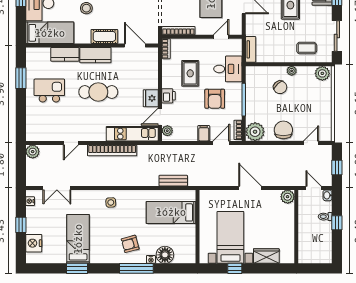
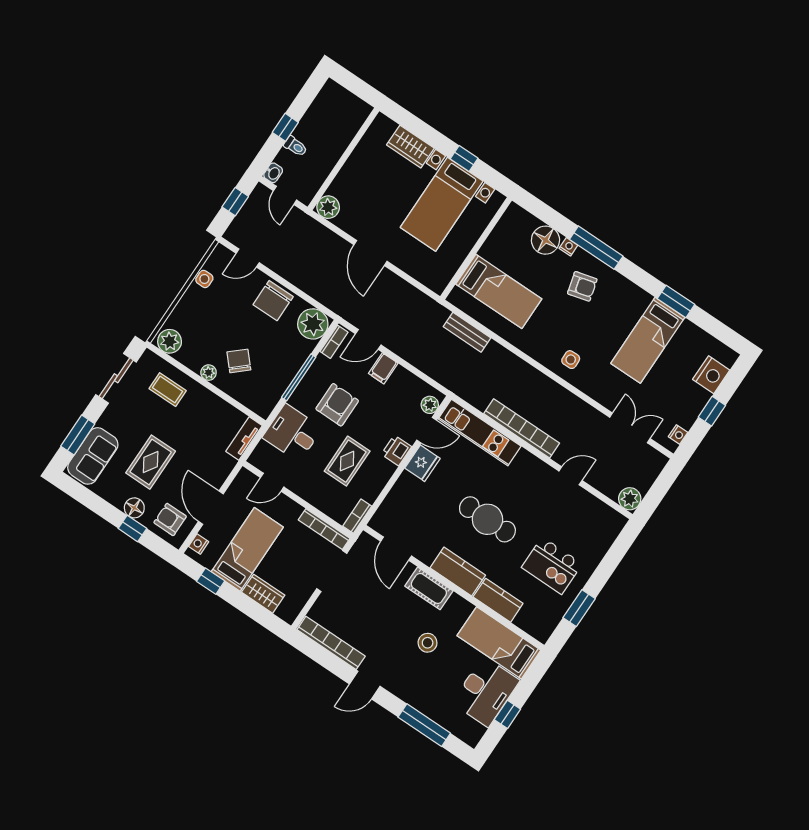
side table: (326, 117) -> (204, 279), added

